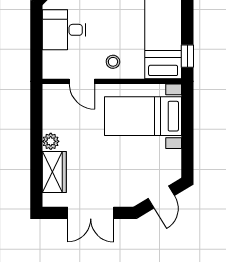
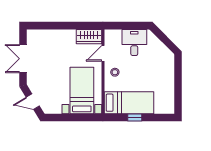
window: (187, 56) -> (135, 117), moved
plant: (51, 141) -> (67, 34), removed
wardrobe: (54, 172) -> (89, 37), moved

